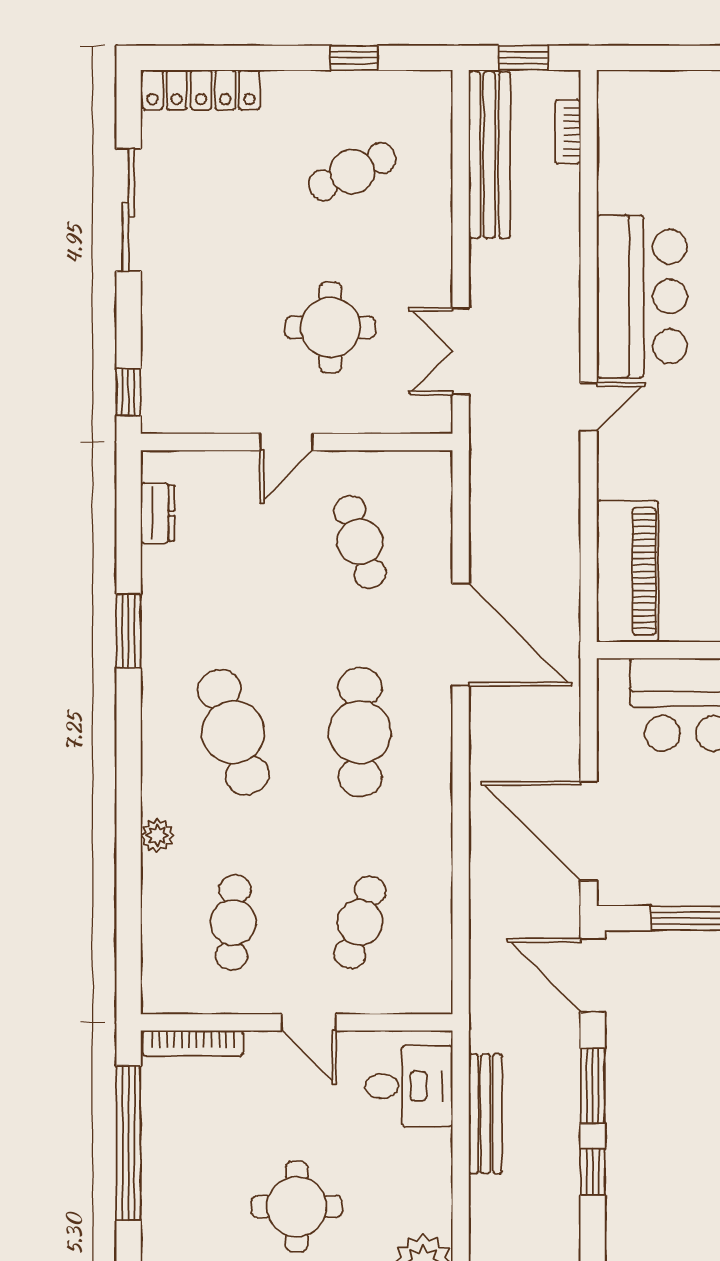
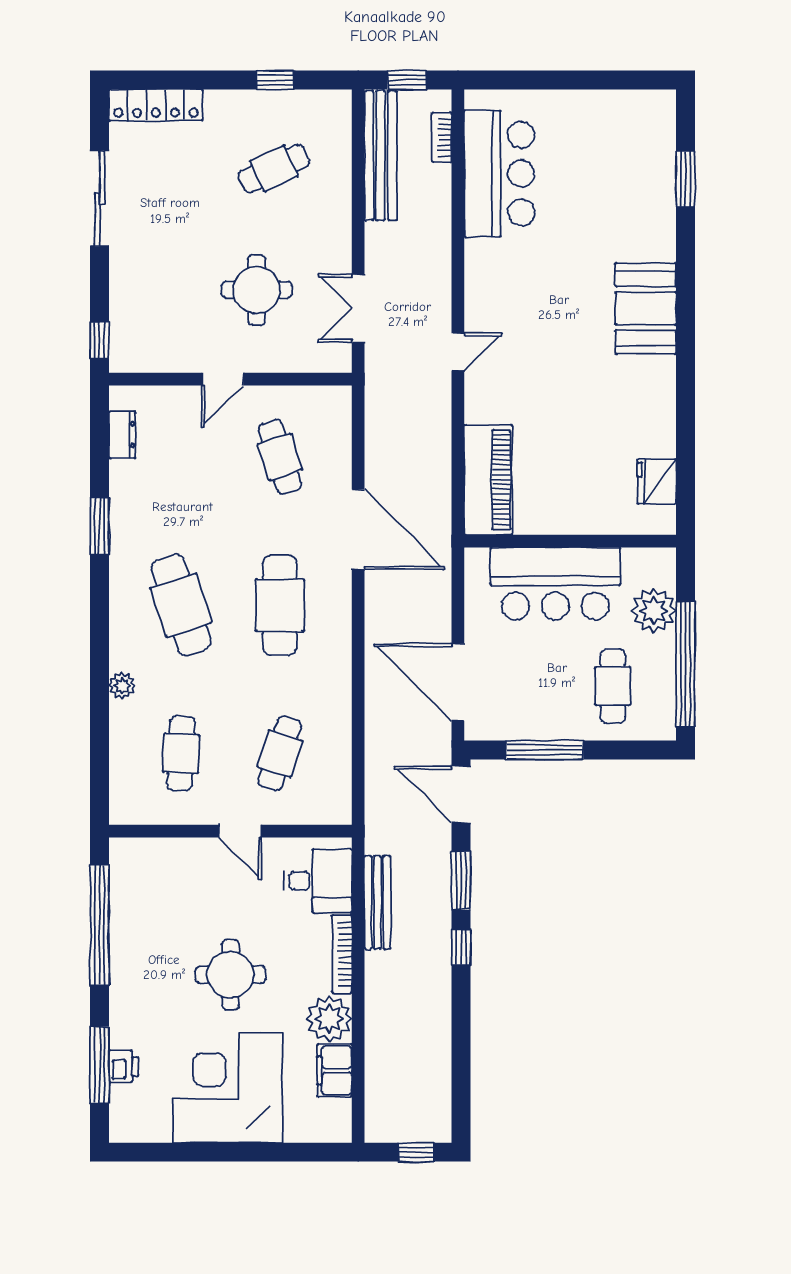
bar counter: (642, 296) -> (499, 174), moved
bookcase: (193, 1043) -> (342, 954), moved, turned 90

